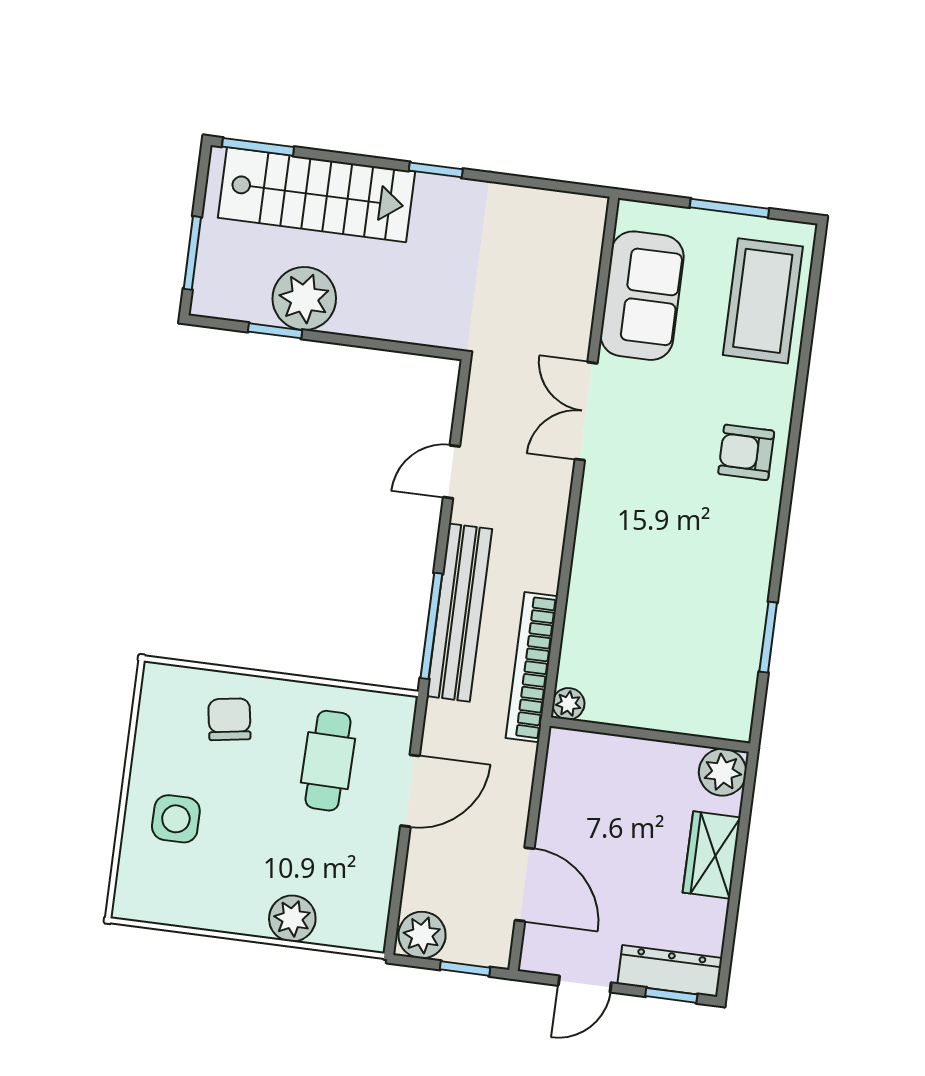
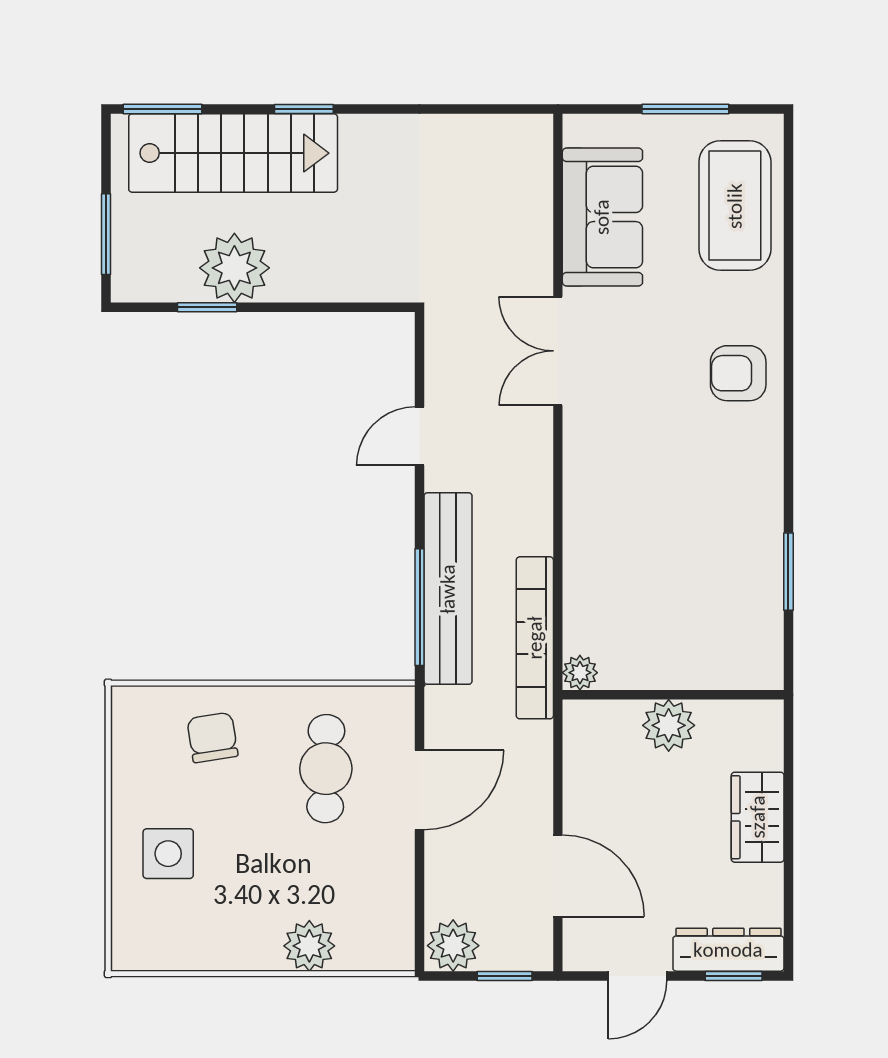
window: (436, 170) -> (304, 109), moved
plant: (723, 772) -> (669, 725), moved

